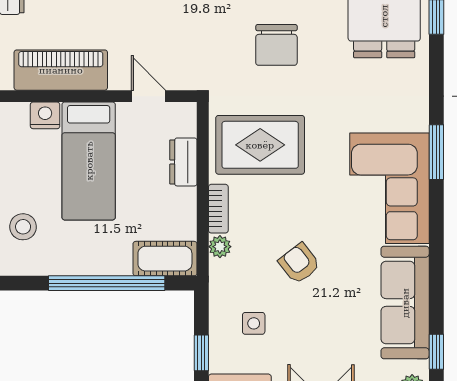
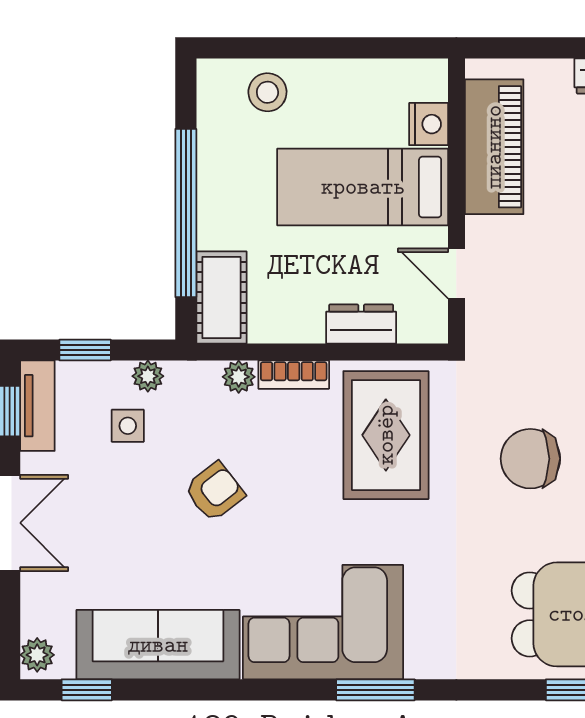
door: (148, 96) -> (456, 273), swing flipped
plant: (219, 309) -> (148, 376), added

